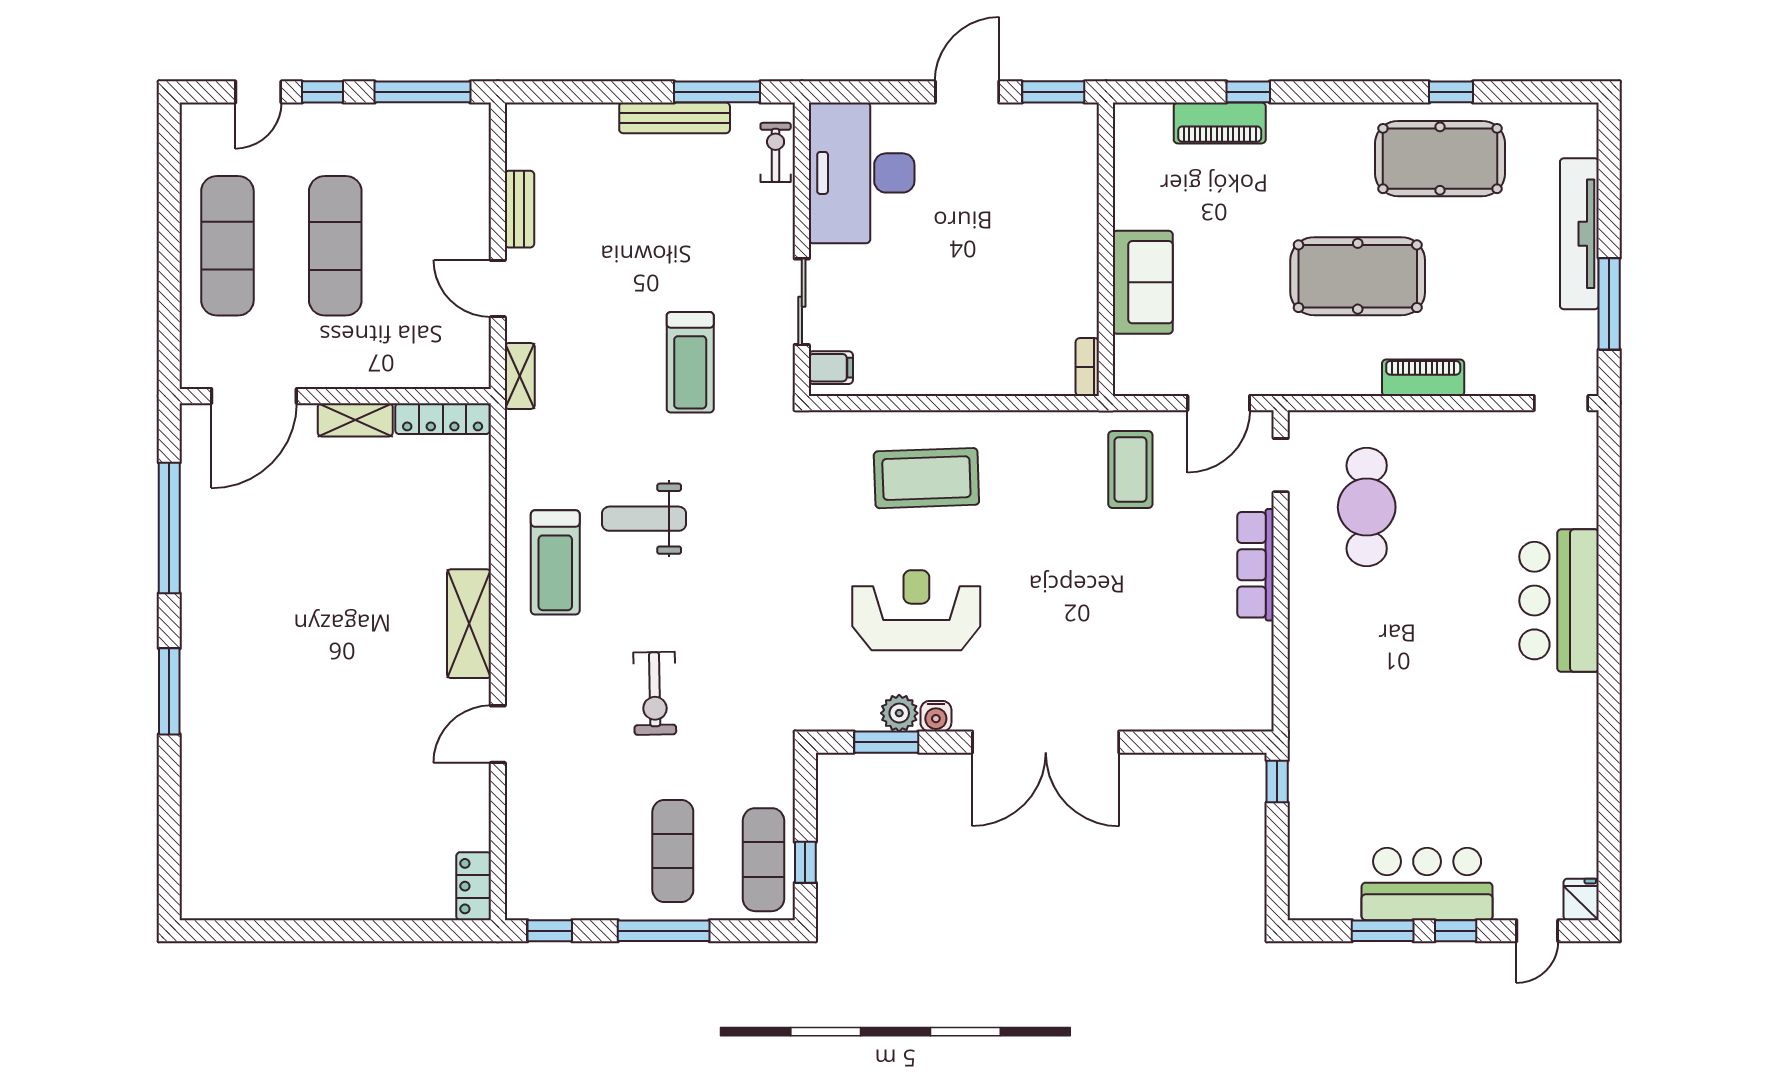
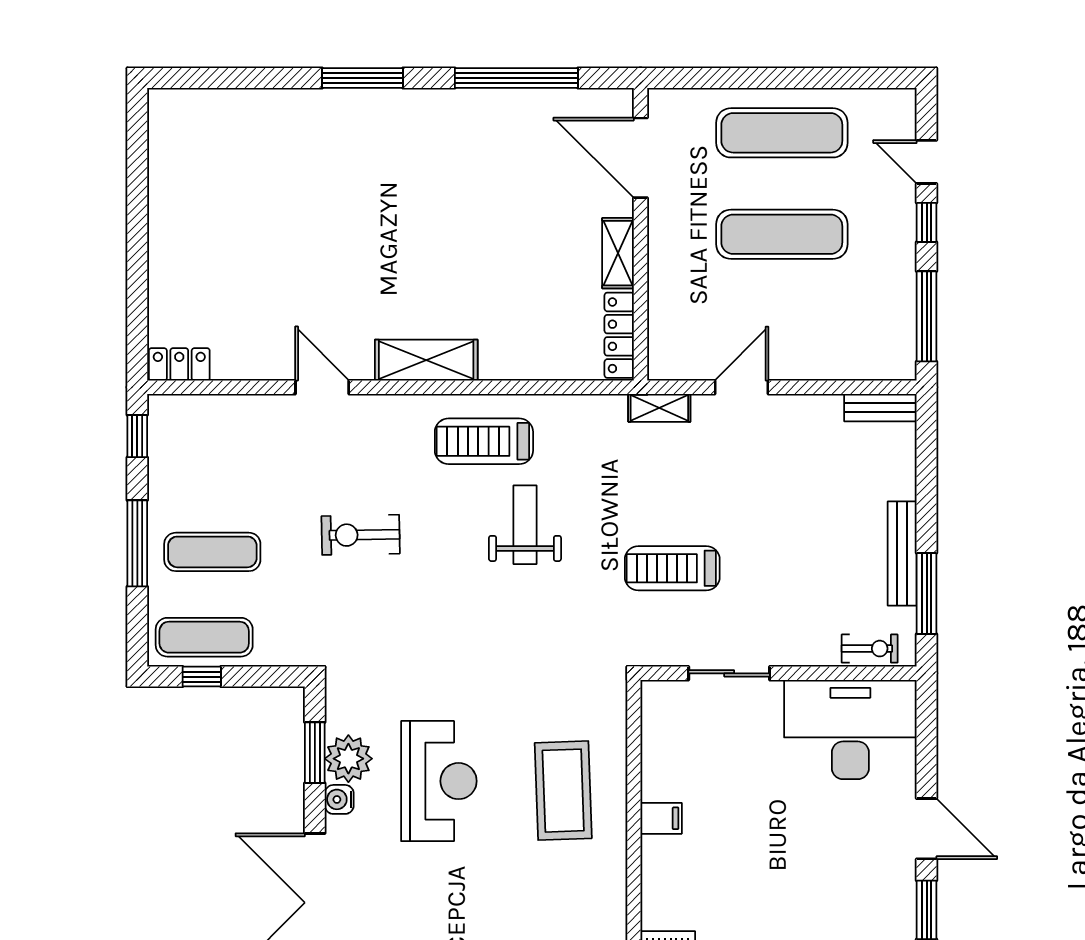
bench: (519, 209) -> (880, 408), moved
filing cabinet: (831, 368) -> (661, 818), moved, turned -90
plant: (899, 713) -> (348, 759), width x1.36, depth x1.36

